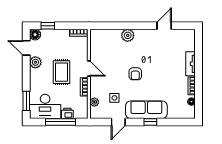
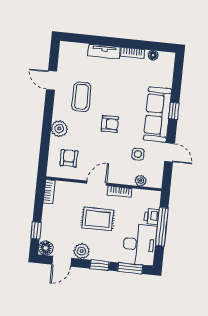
armchair: (106, 45) -> (69, 158), added
coffee table: (154, 50) -> (81, 97), added
window: (26, 77) -> (100, 265), added

